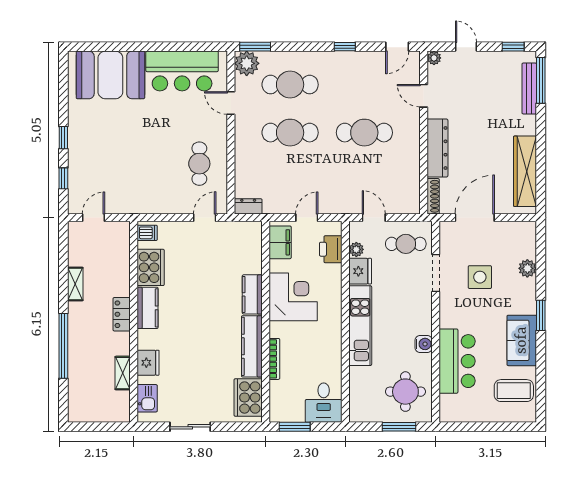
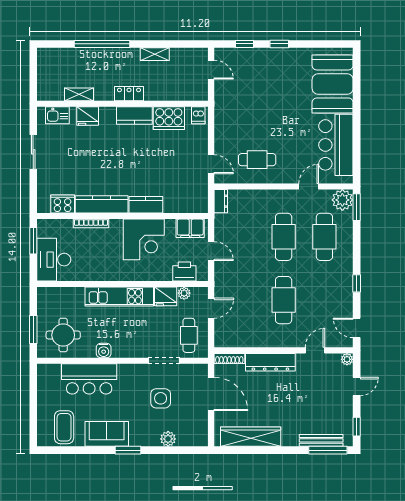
cooker: (248, 397) -> (63, 204), width x0.73, depth x0.76
desk: (324, 403) -> (54, 260), width x1.37

